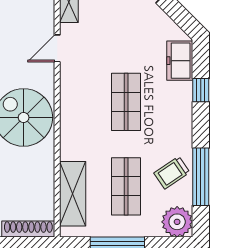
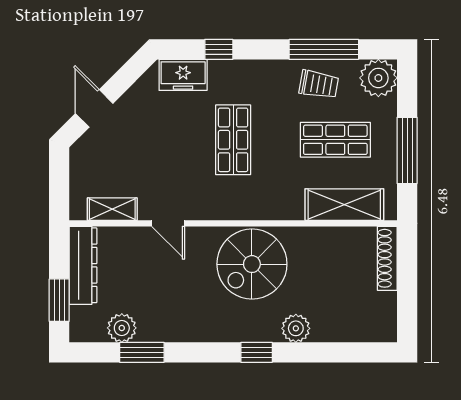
shop shelf: (126, 102) -> (233, 140), turned 90
trolley: (172, 173) -> (319, 84), turned -46

